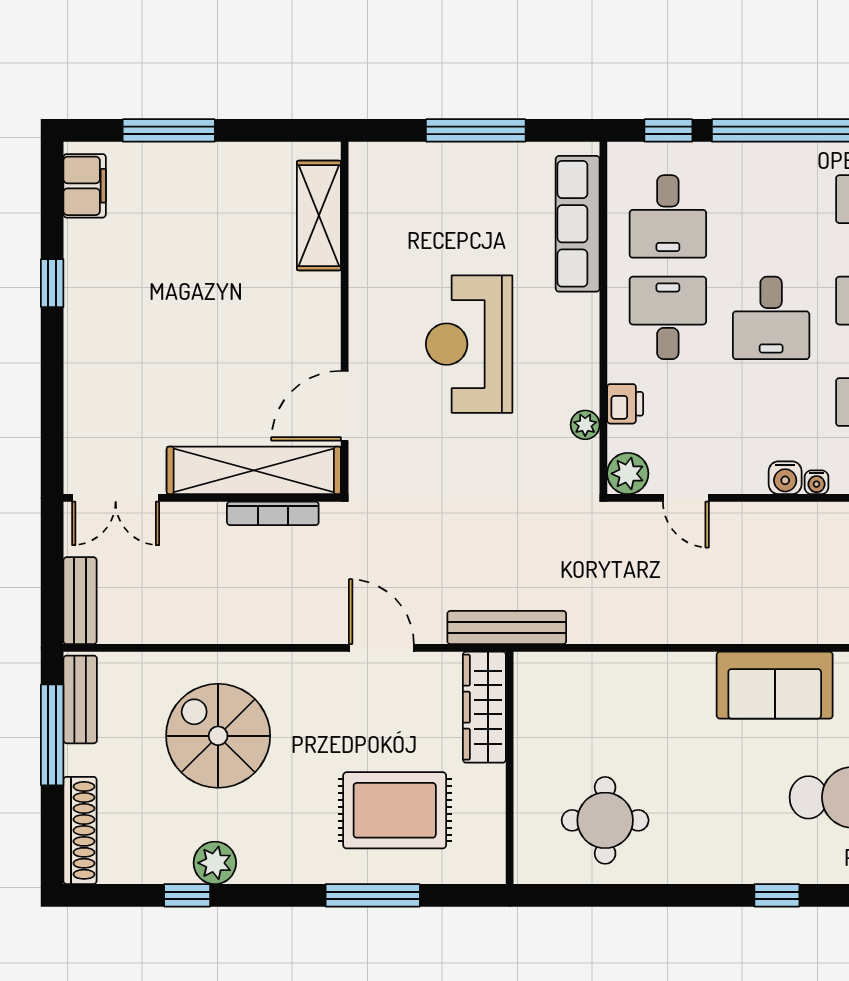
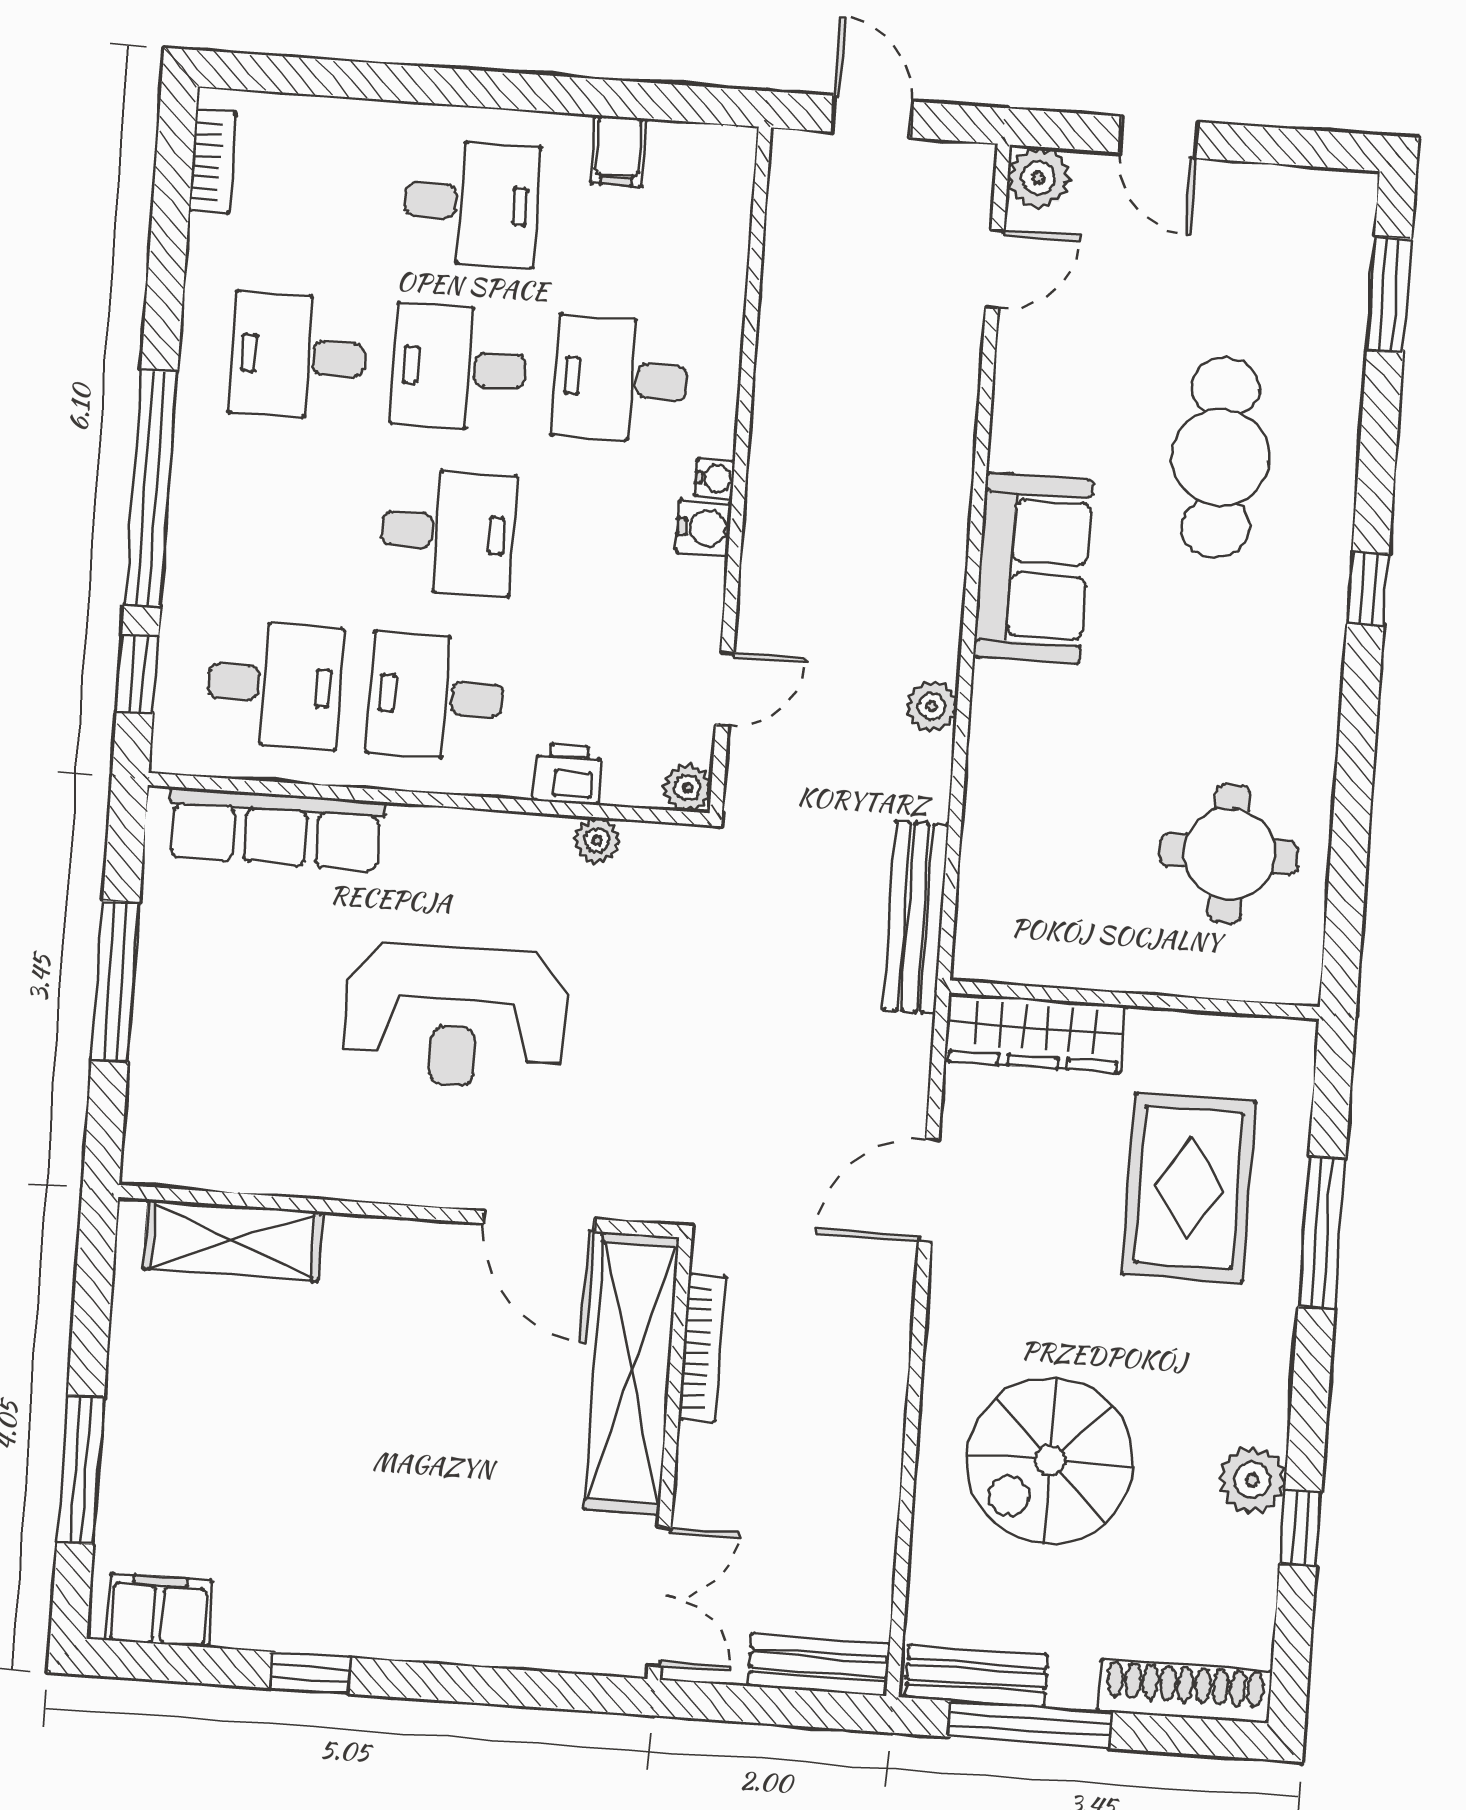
plant: (628, 474) -> (688, 788), width x0.73, depth x0.73
bench: (507, 627) -> (916, 917), moved
plant: (684, 628) -> (932, 706), added

